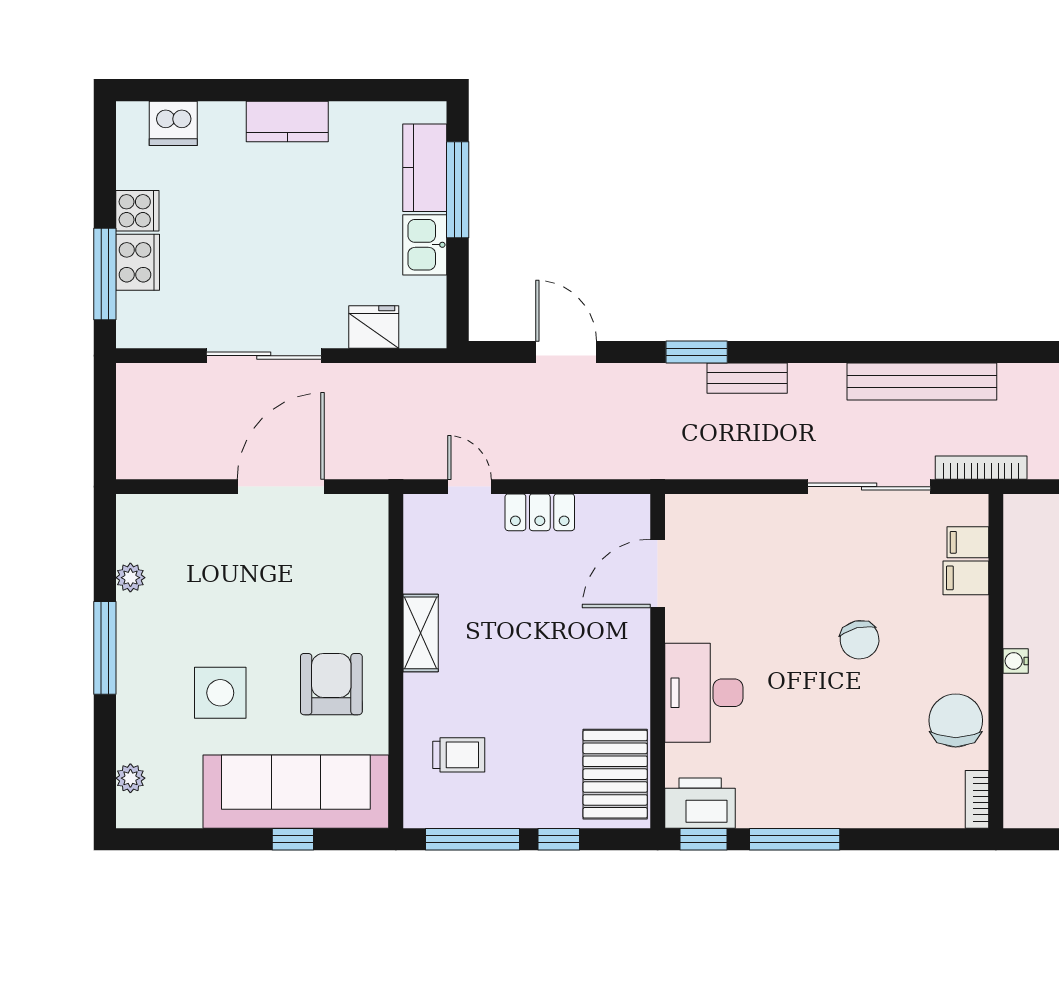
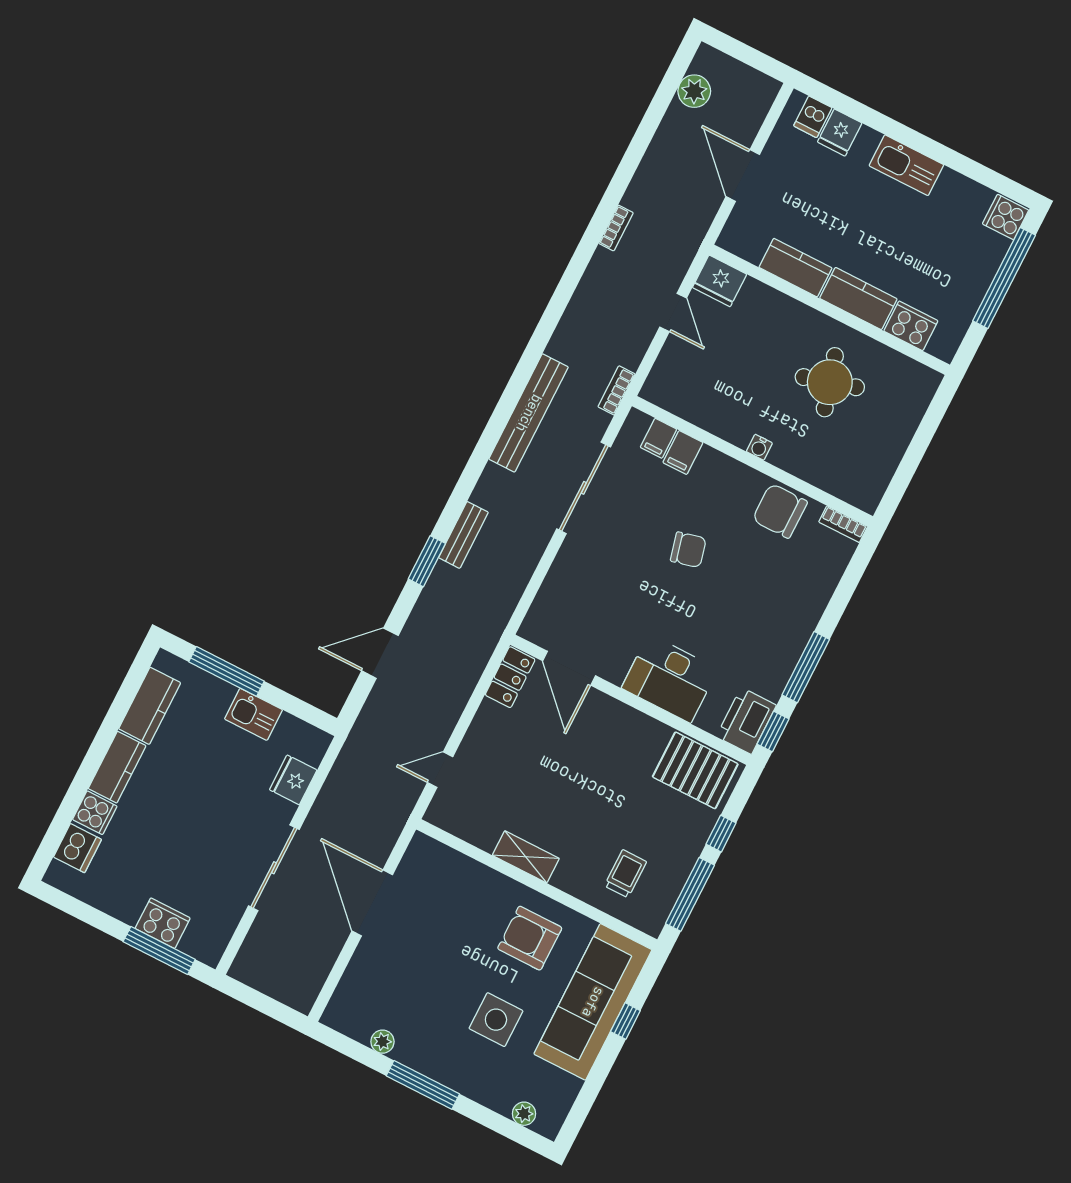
kitchen counter: (425, 168) -> (150, 706), moved, turned -90
cooker: (137, 211) -> (95, 813), moved, turned 90
bookcase: (981, 468) -> (617, 390), width x0.64
locker: (540, 512) -> (510, 677), moved

